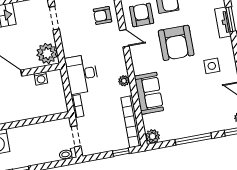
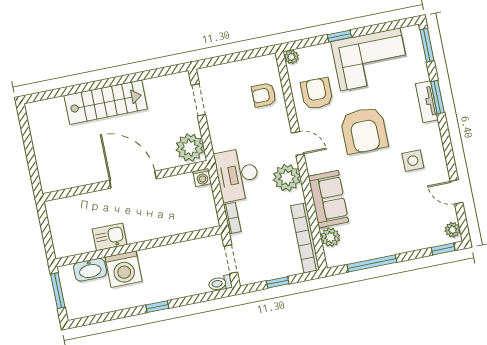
door: (124, 38) -> (298, 143), moved
washing machine: (41, 78) -> (202, 177), moved
plant: (124, 81) -> (287, 178), width x1.88, depth x1.88
plant: (153, 136) -> (330, 237), moved
window: (193, 139) -> (372, 263), moved
window: (121, 152) -> (278, 282), moved

